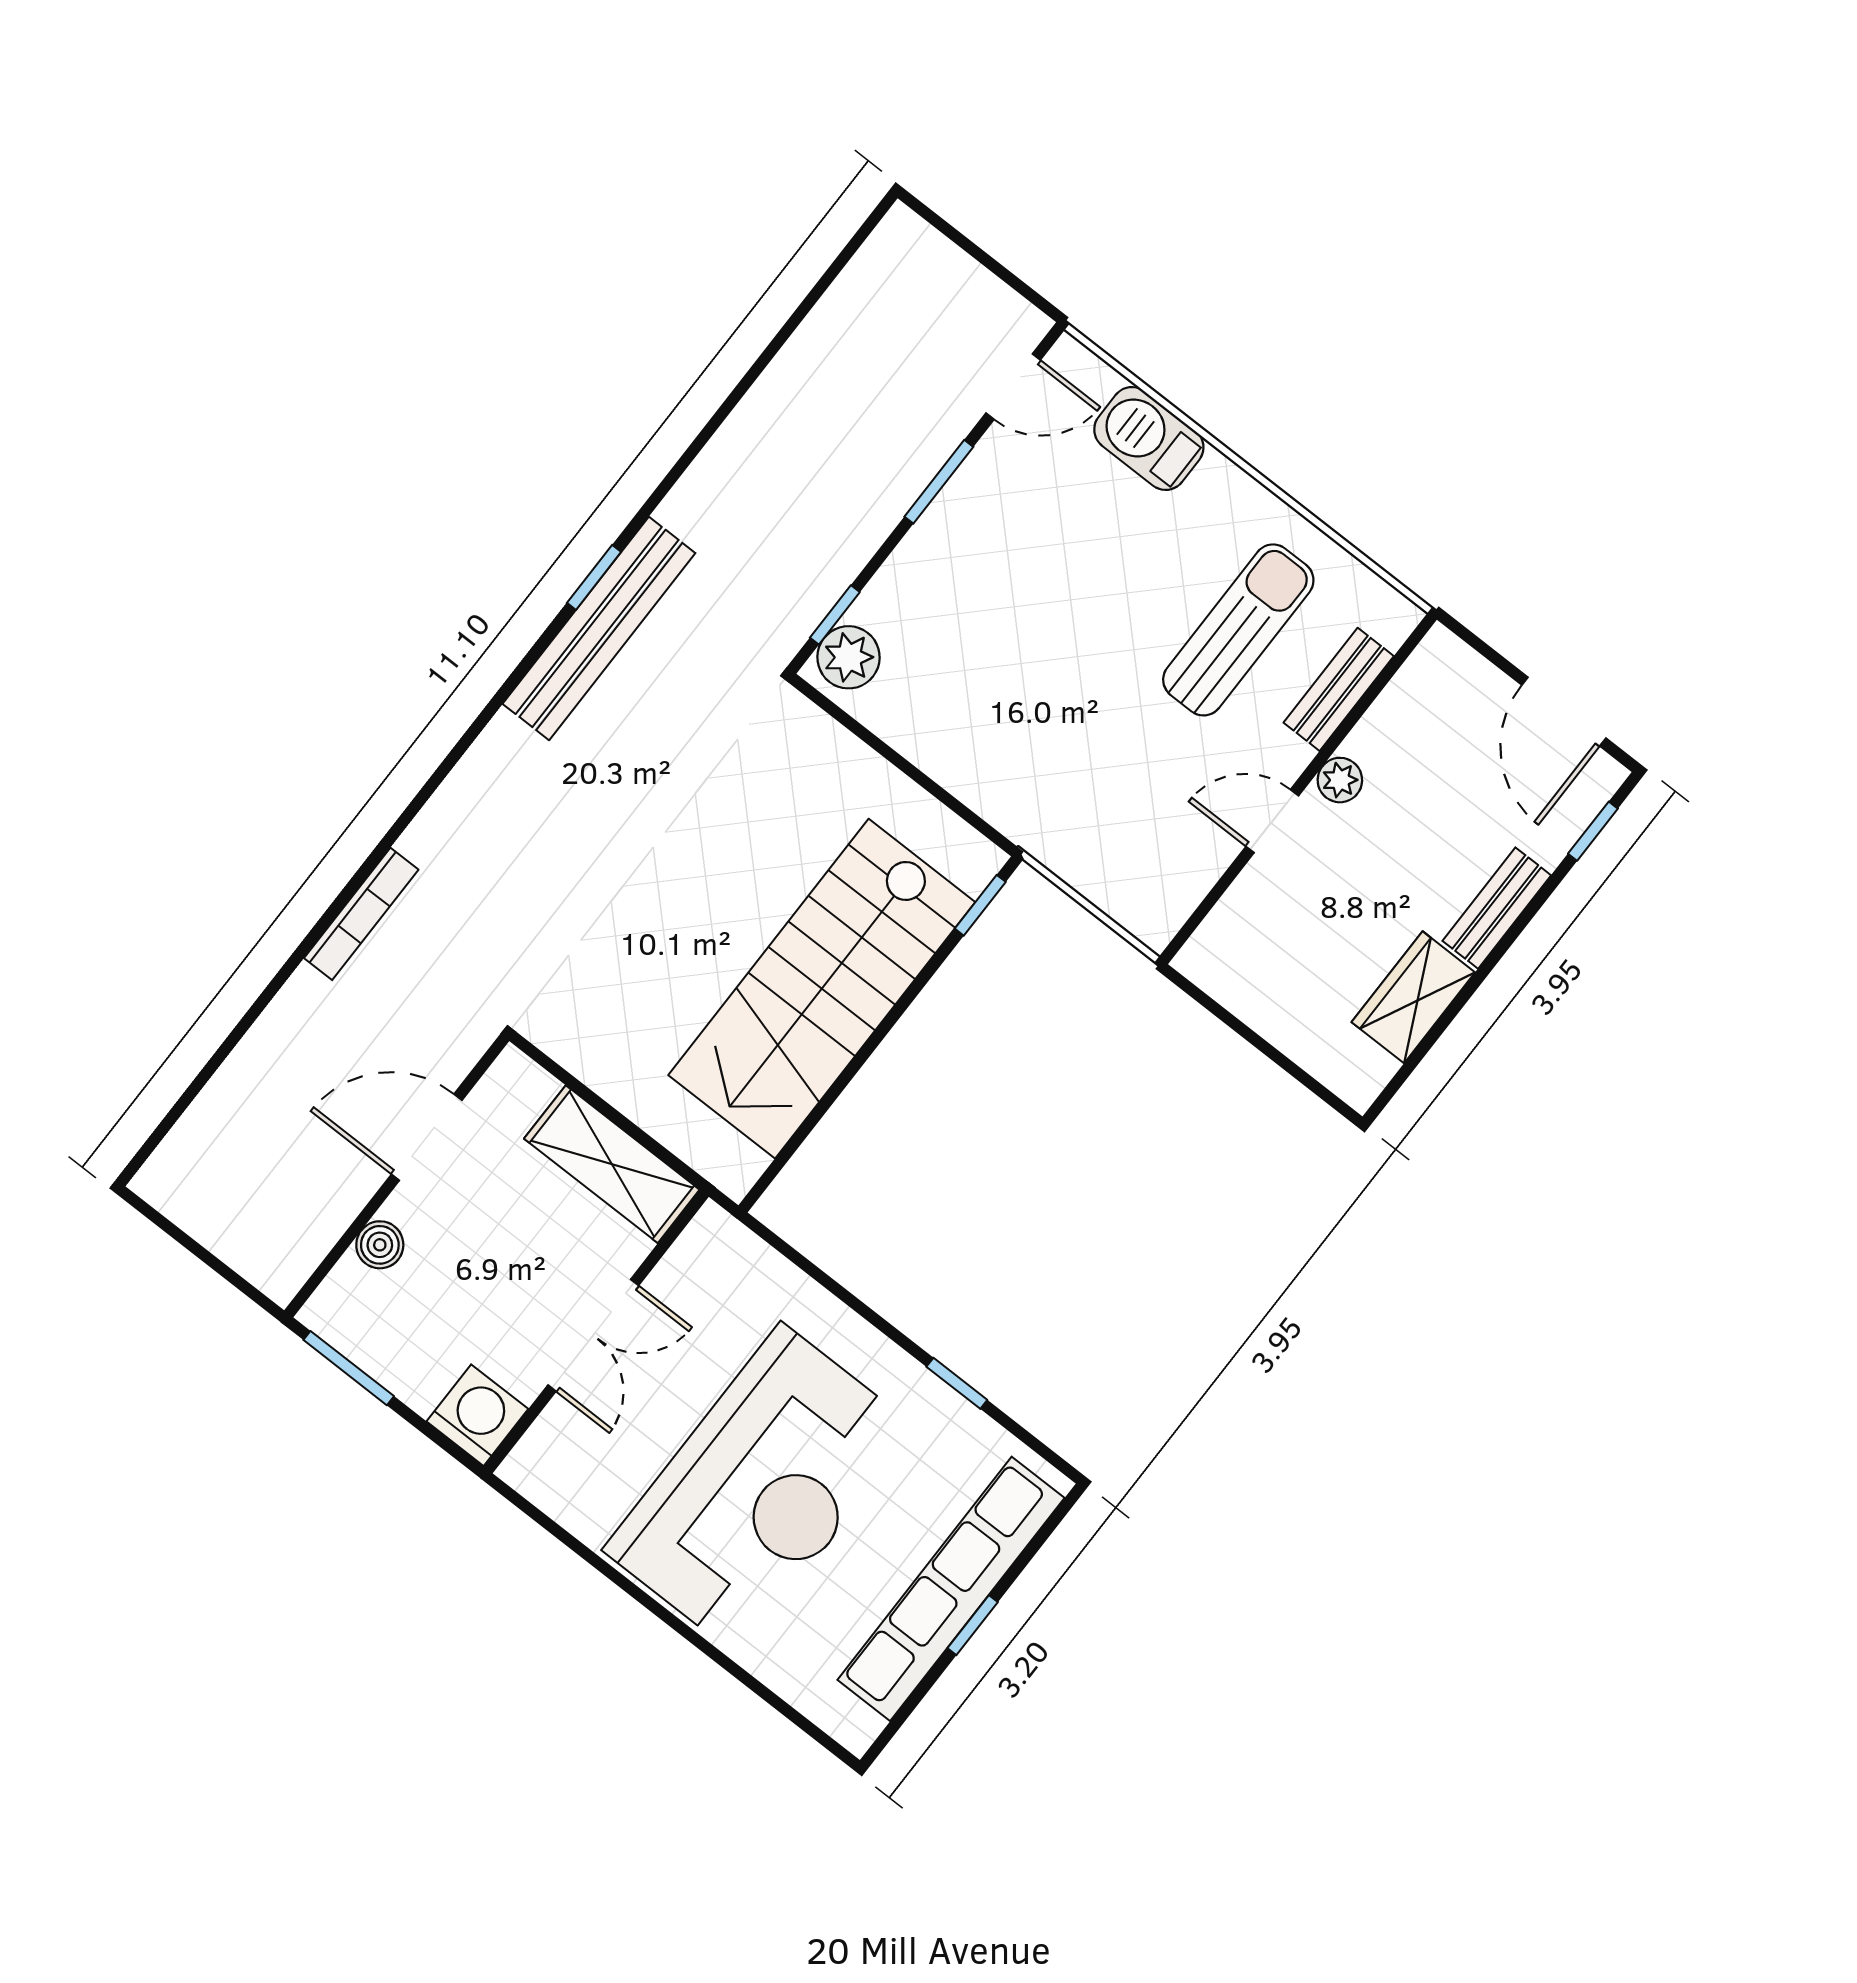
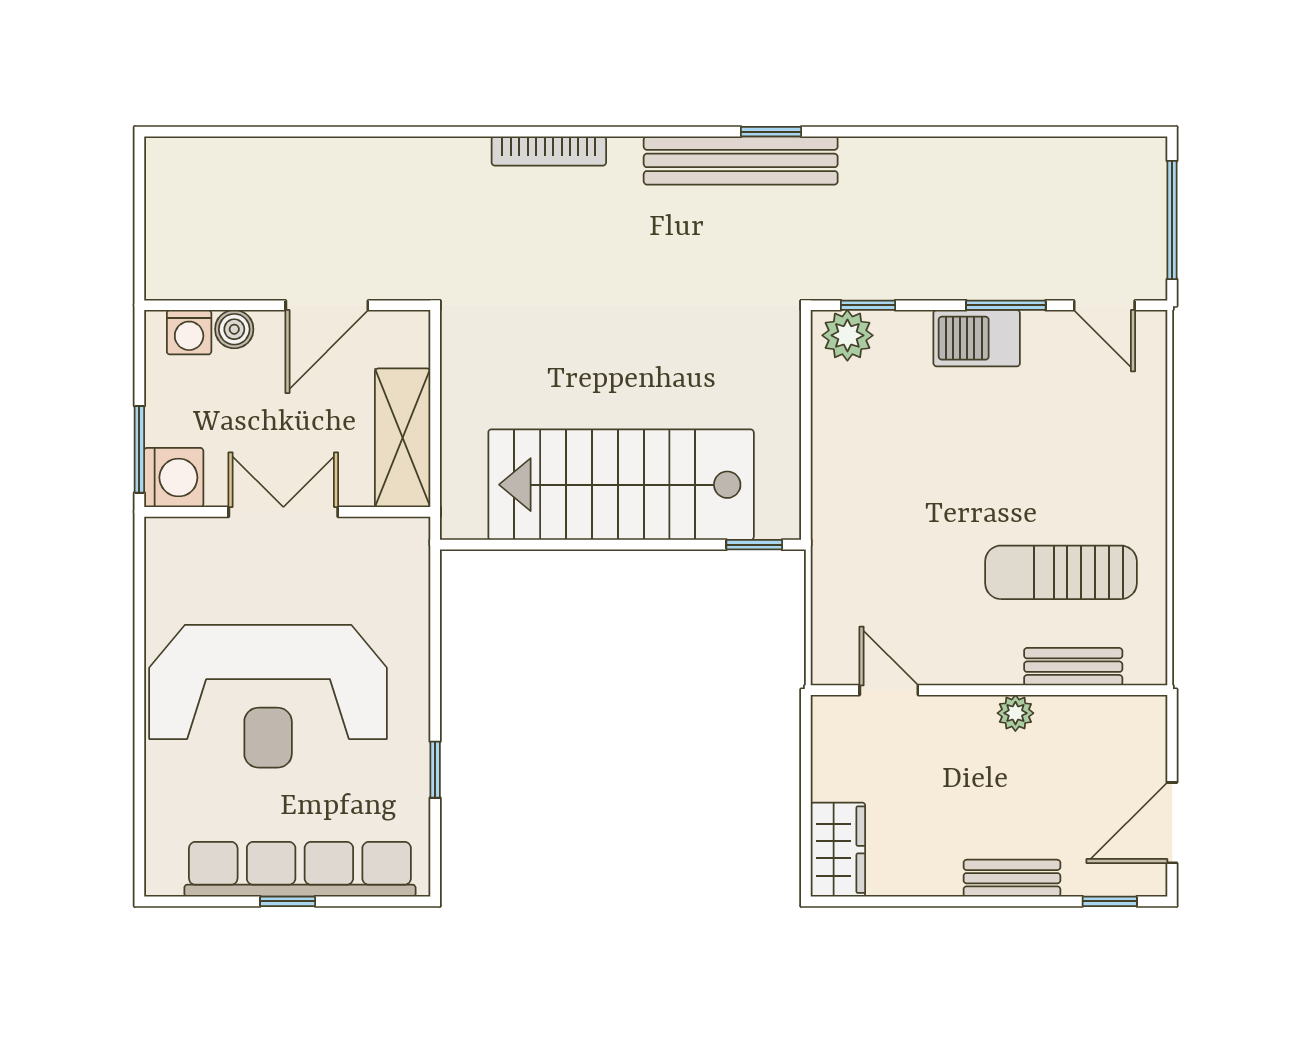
window: (982, 257) -> (1172, 220), added
barbecue: (1149, 438) -> (977, 338), moved, turned -90
sun lounger: (1238, 630) -> (1061, 572), turned 180
door: (1272, 821) -> (889, 690), moved
bookcase: (361, 914) -> (549, 151), moved
wardrobe: (1413, 997) -> (838, 850), moved, turned 90
door: (427, 1137) -> (327, 305), swing flipped
washing machine: (349, 1291) -> (189, 332), added
double door: (593, 1335) -> (283, 512), swing flipped
window: (349, 1368) -> (139, 449), moved

